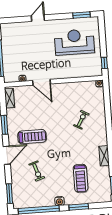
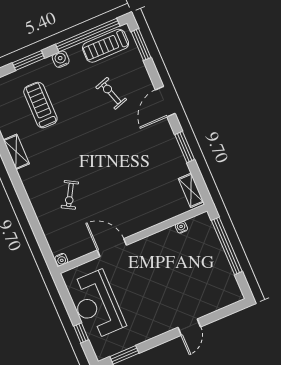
reception desk: (74, 42) -> (97, 305), moved, turned 90
window: (104, 63) -> (81, 333), moved
door: (42, 82) -> (112, 248), moved
treadmill: (32, 137) -> (106, 46), moved

